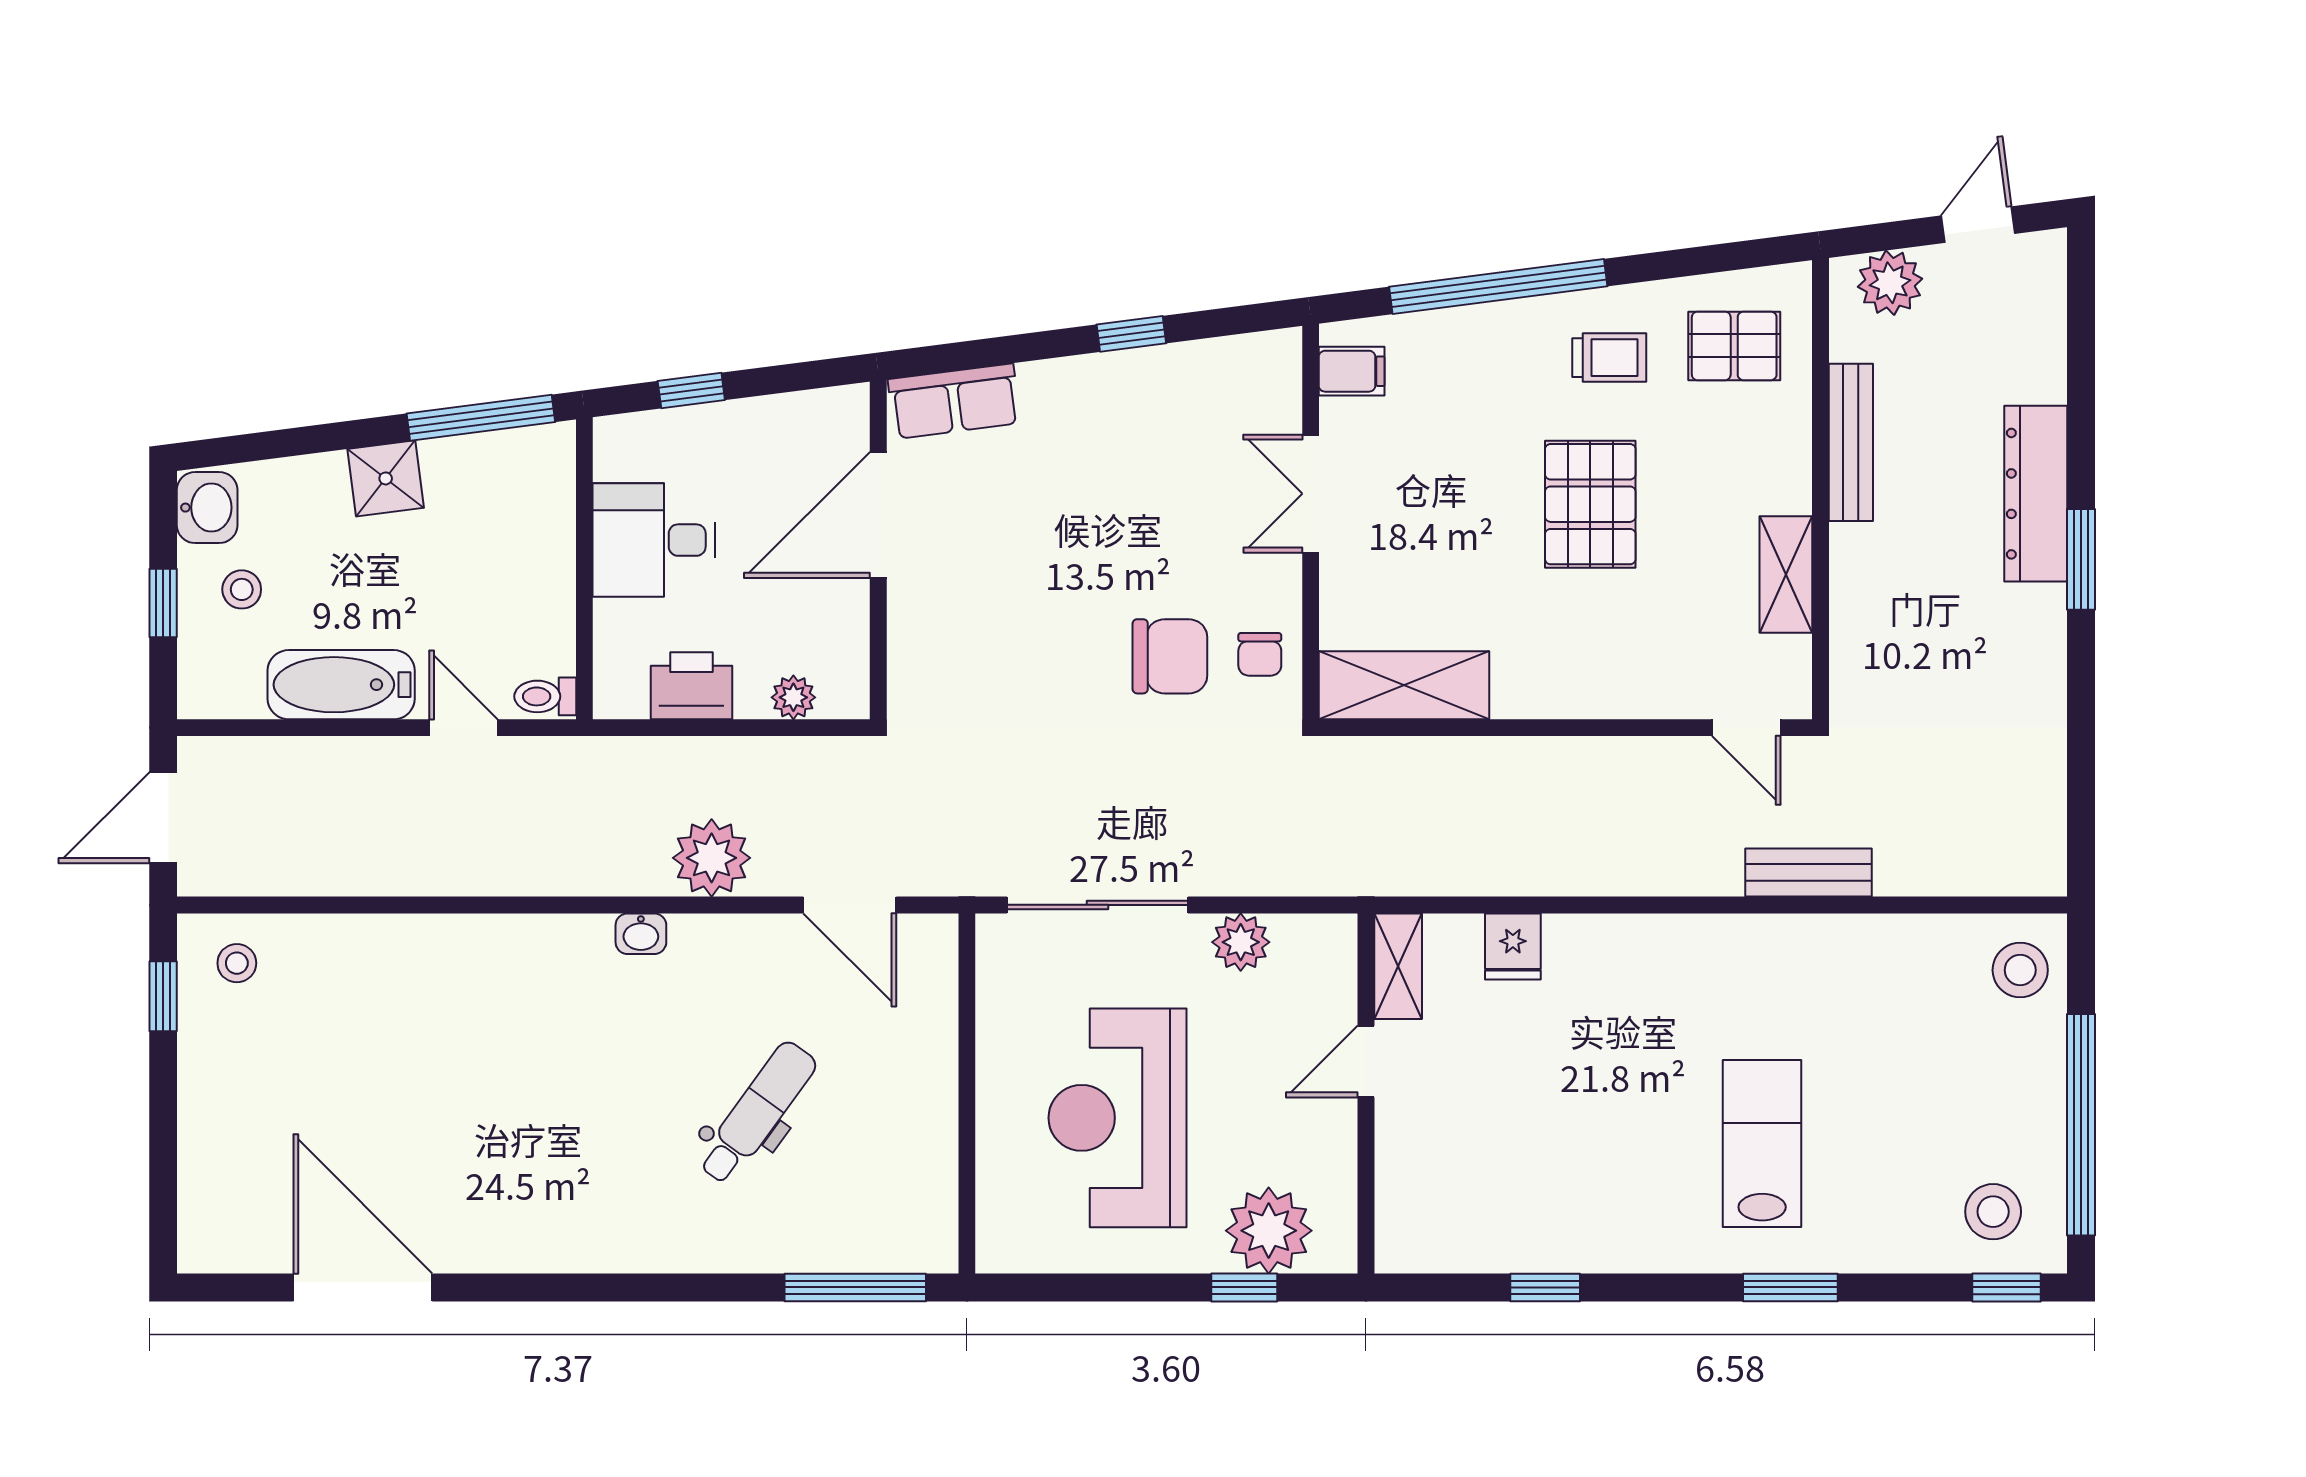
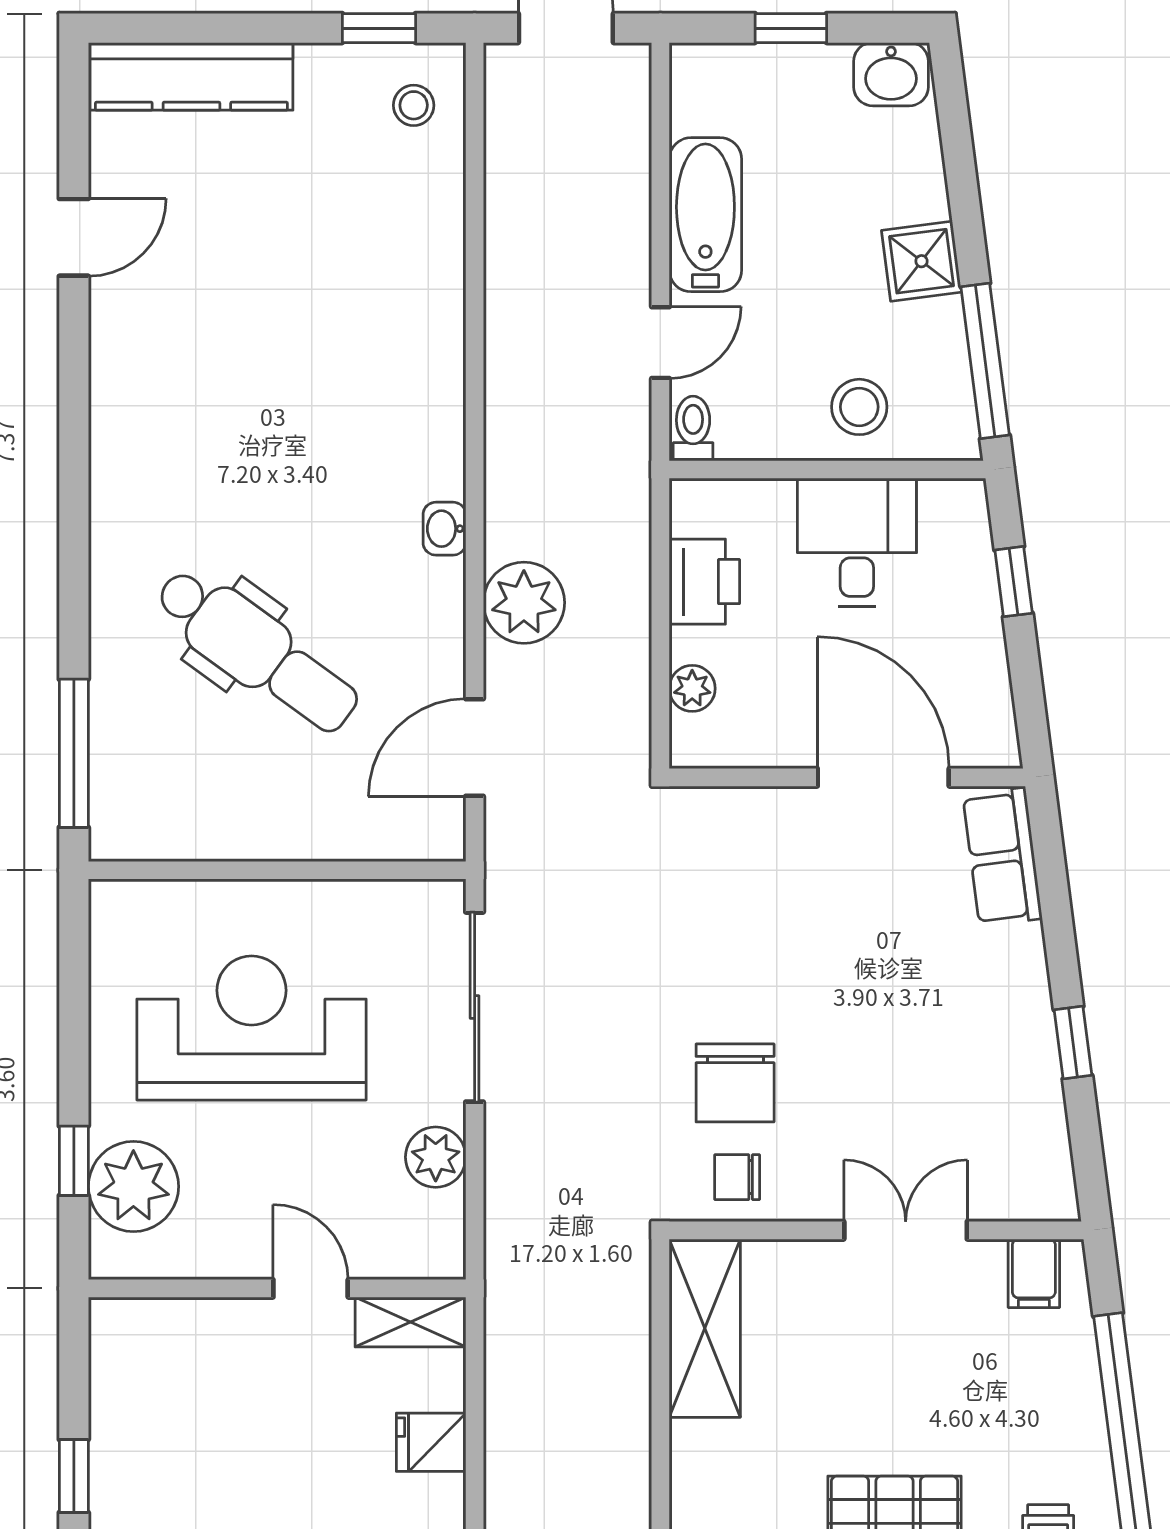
stool: (242, 589) -> (859, 407), moved, width x1.37, depth x1.37
dental chair: (757, 1113) -> (257, 650), width x1.36, depth x1.38
kitchen counter: (209, 1175) -> (191, 76), added
door: (363, 1287) -> (74, 237), width x0.53

